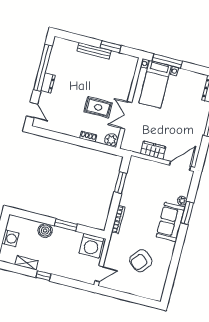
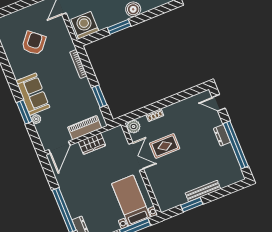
piano: (150, 167) -> (85, 128), added

